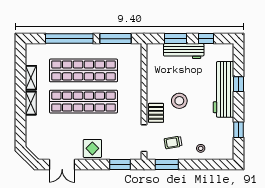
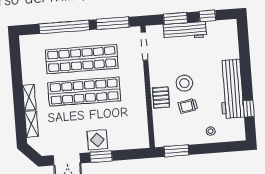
shelving: (31, 78) -> (31, 124), moved
window: (239, 84) -> (245, 61), removed
workbench: (224, 89) -> (231, 89), moved
doorway: (144, 138) -> (144, 46), moved
trolley: (173, 142) -> (188, 106), moved
window: (120, 165) -> (101, 157), moved

